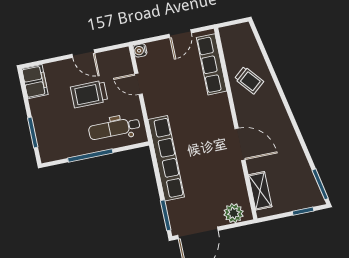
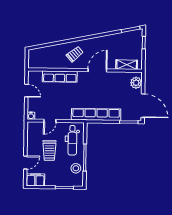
door: (83, 54) -> (25, 163), moved
row of seats: (212, 64) -> (60, 77), moved
trolley: (249, 80) -> (75, 54), moved
stool: (69, 145) -> (76, 168), added

